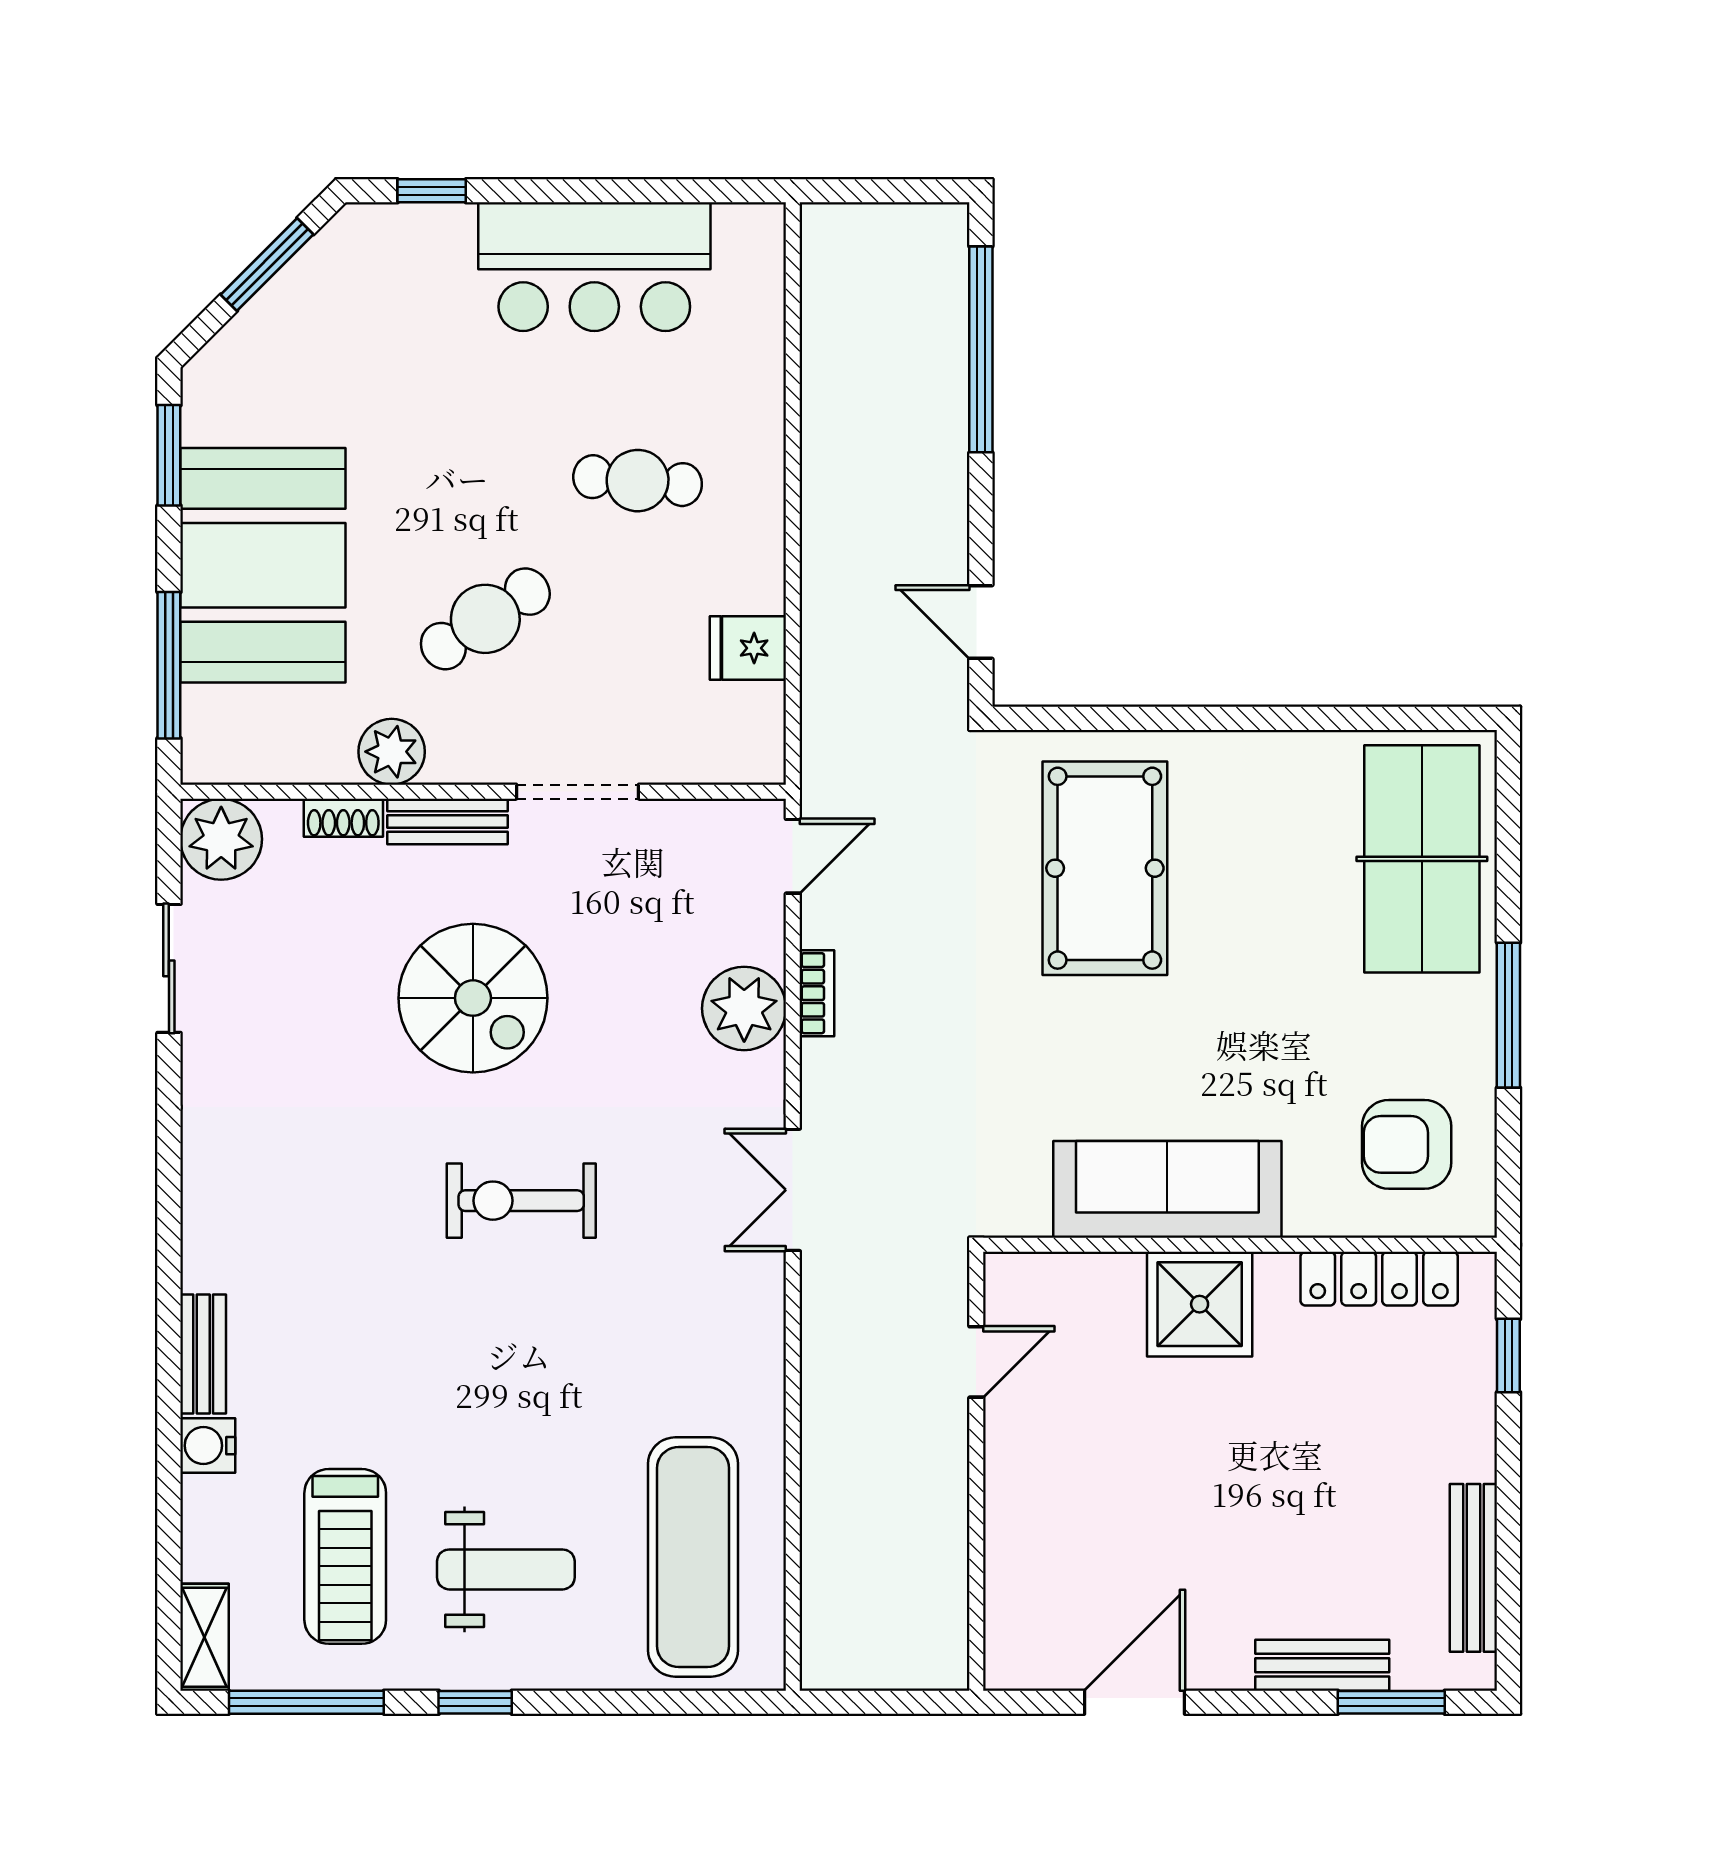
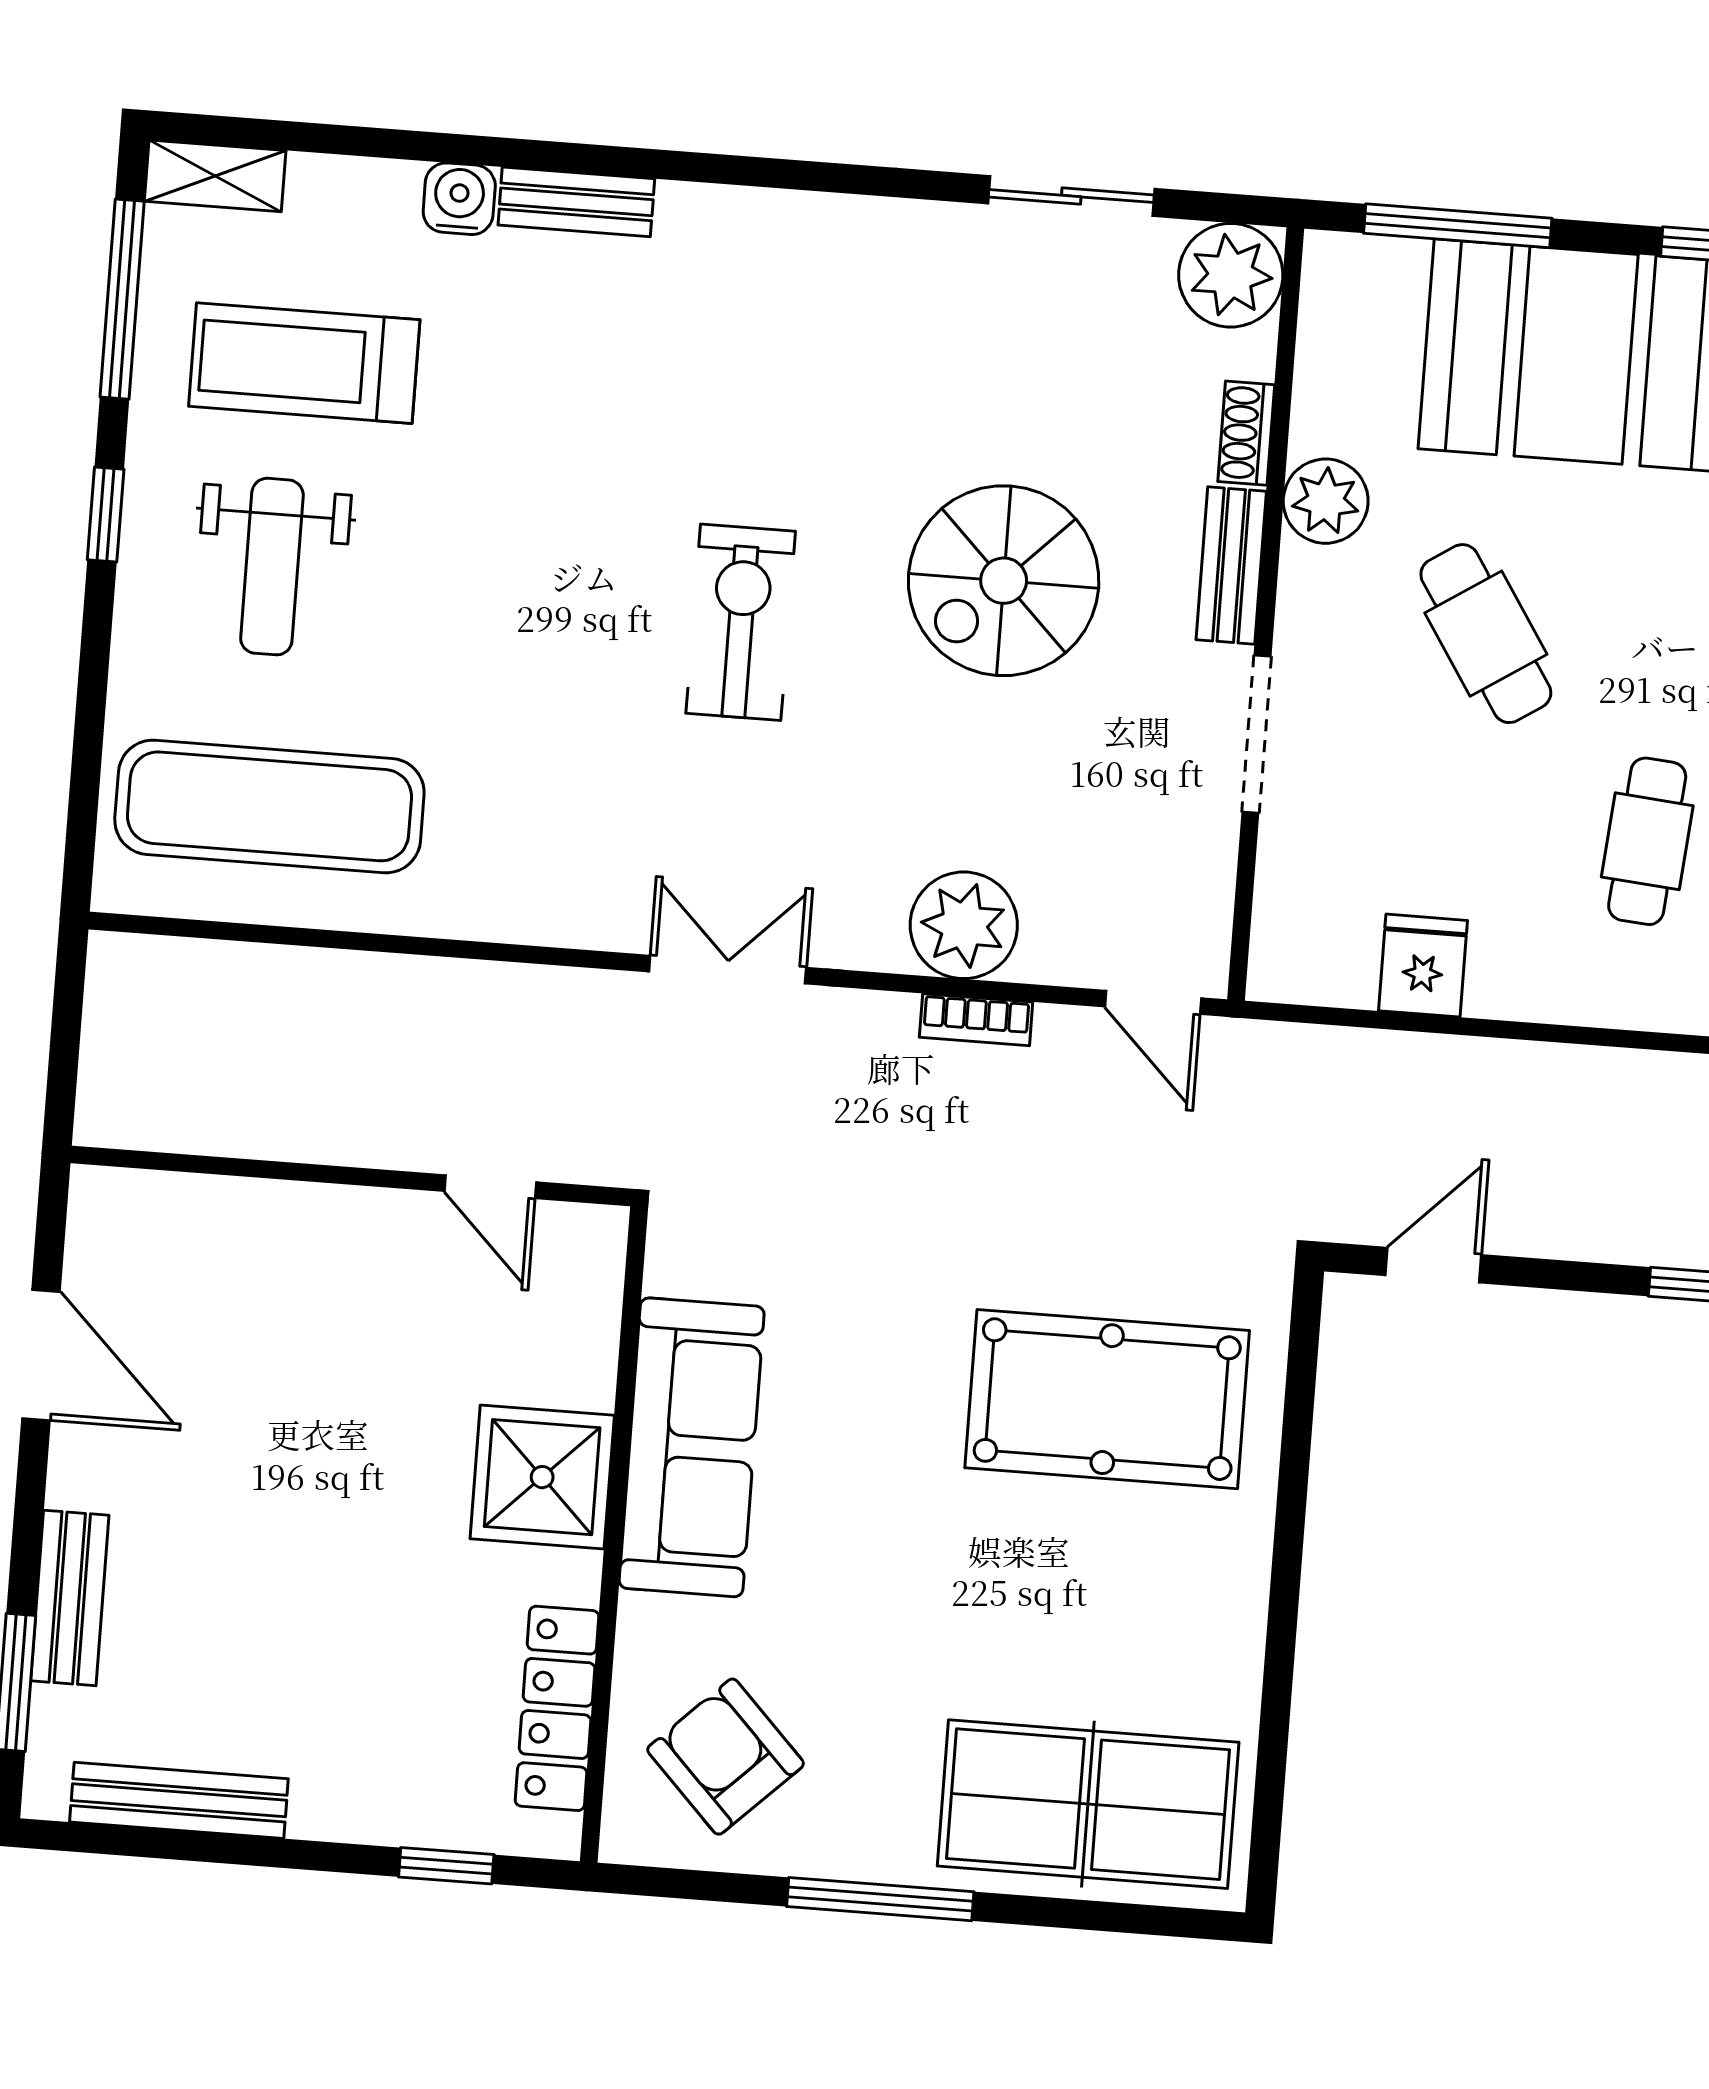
armchair: (1407, 1144) -> (726, 1757), turned -44

